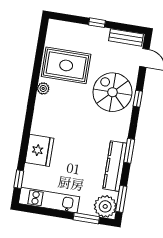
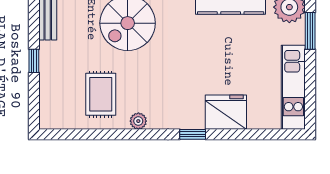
rug: (66, 65) -> (101, 94), width x0.73, depth x0.70
window: (19, 179) -> (193, 134), moved

